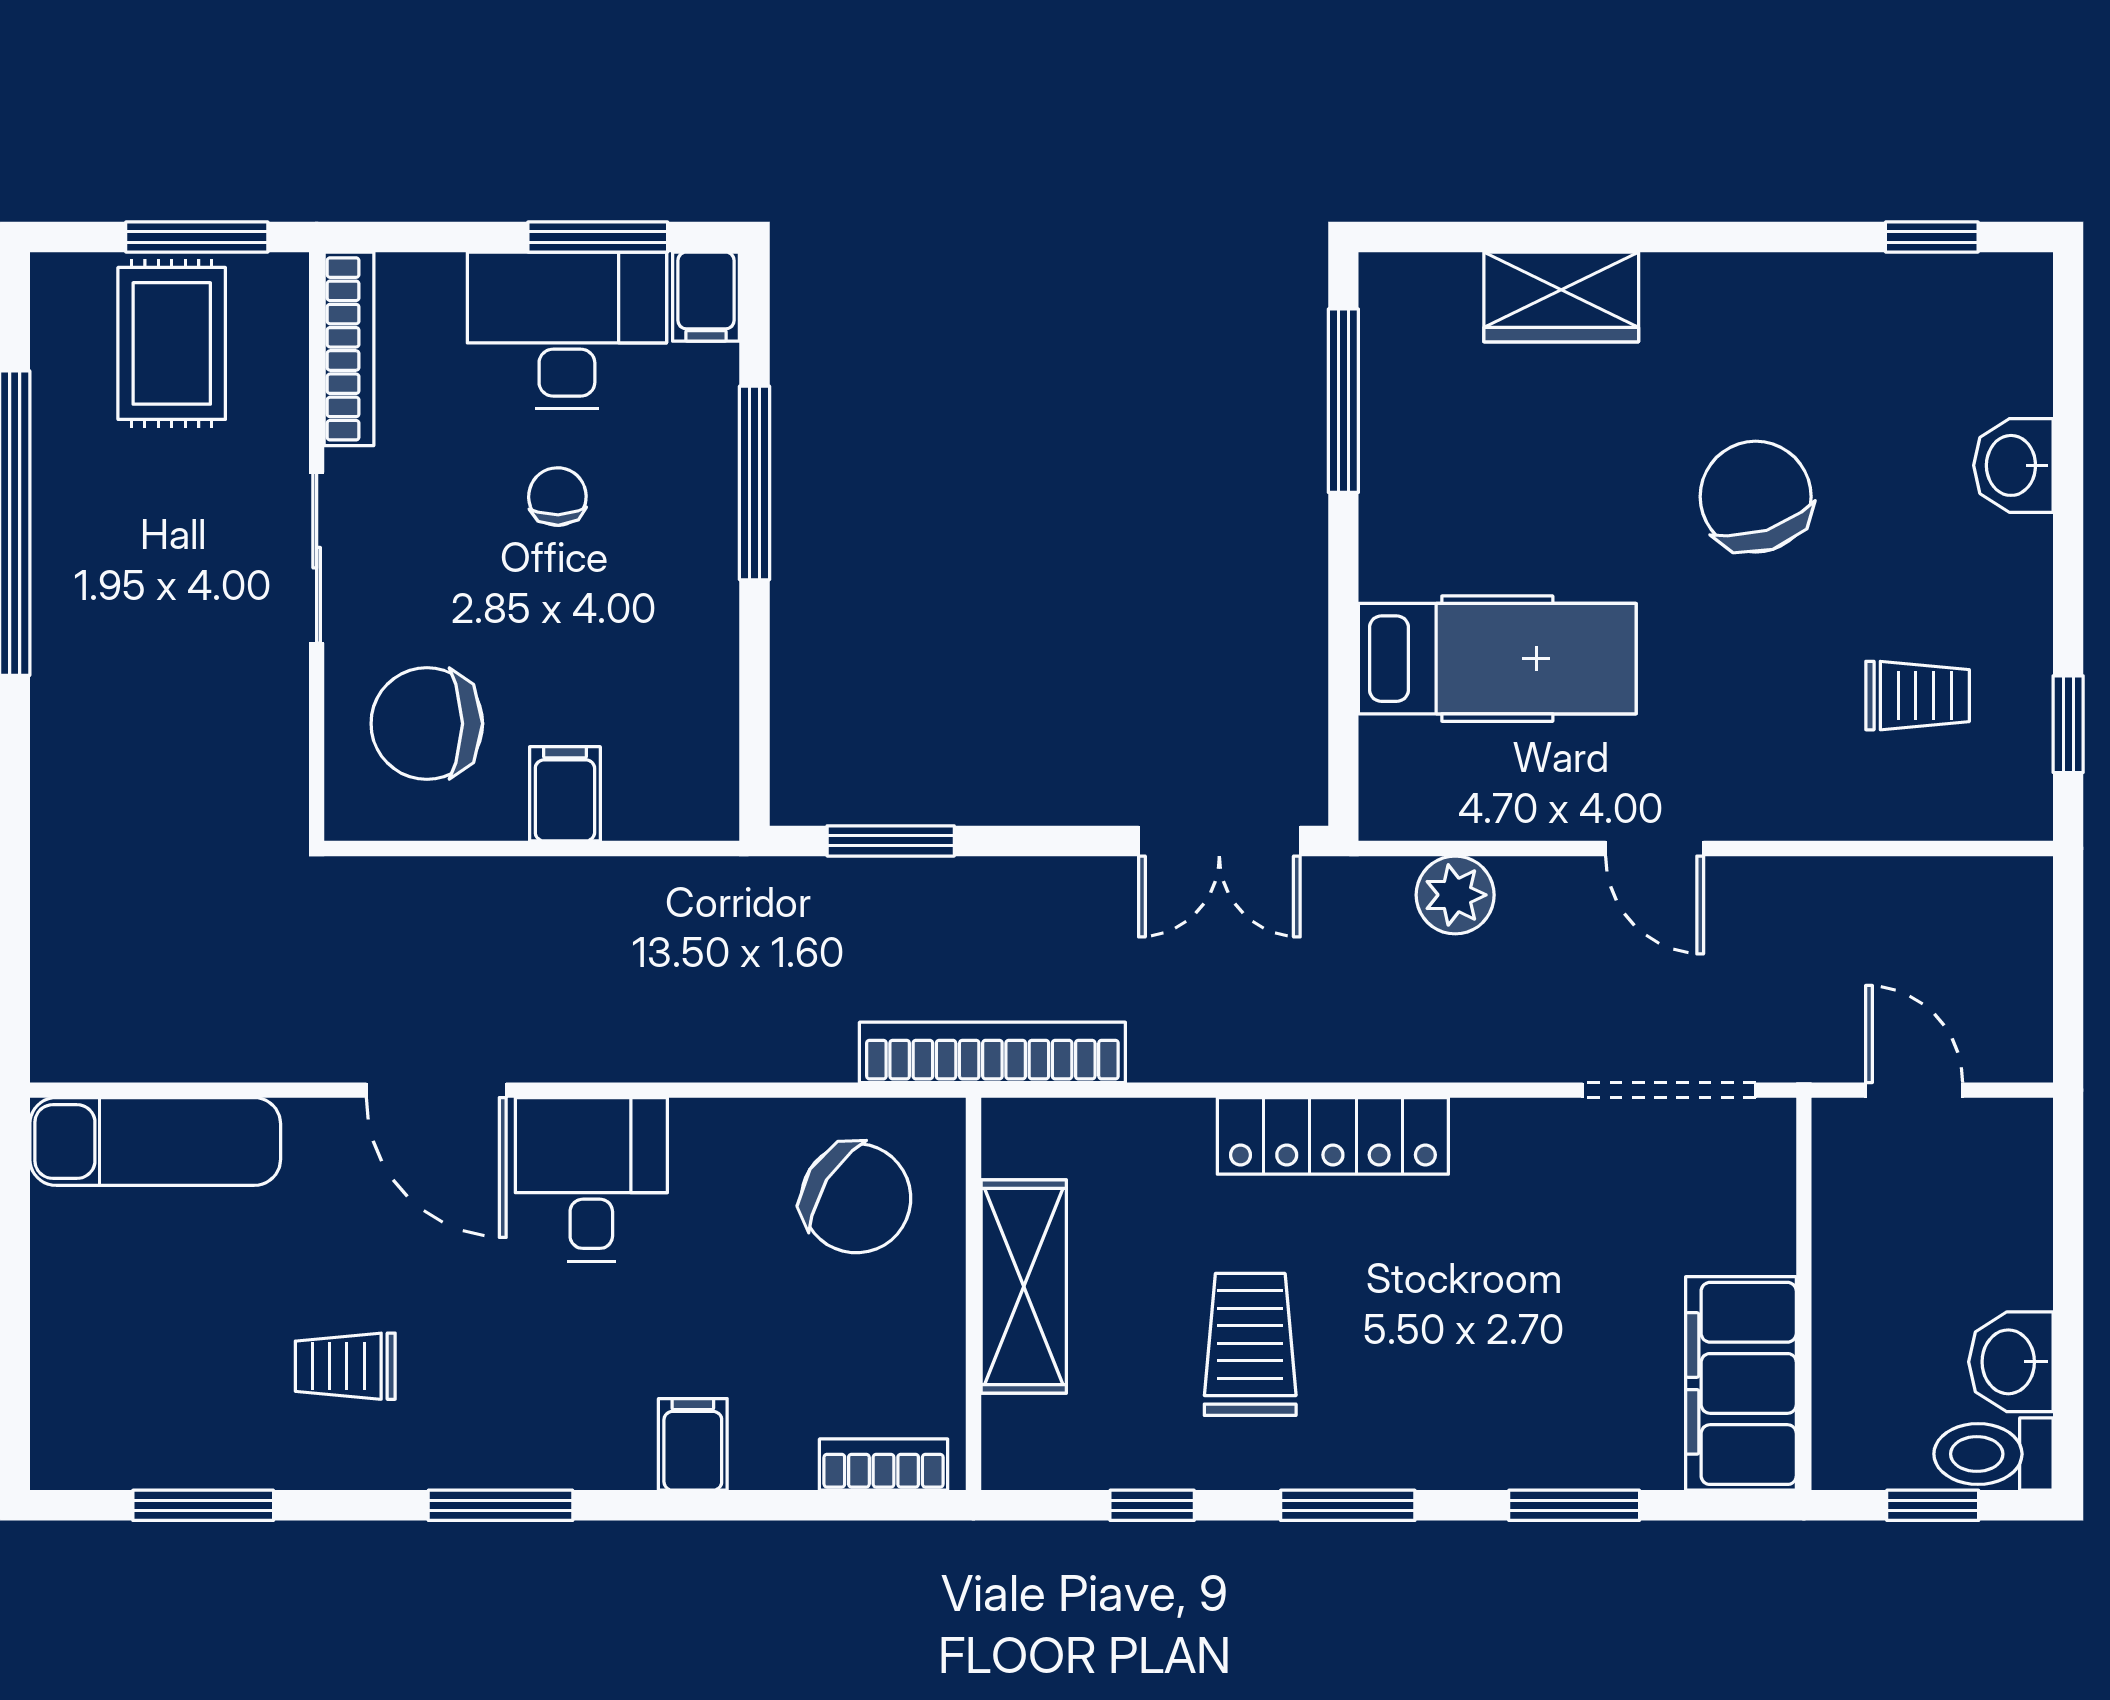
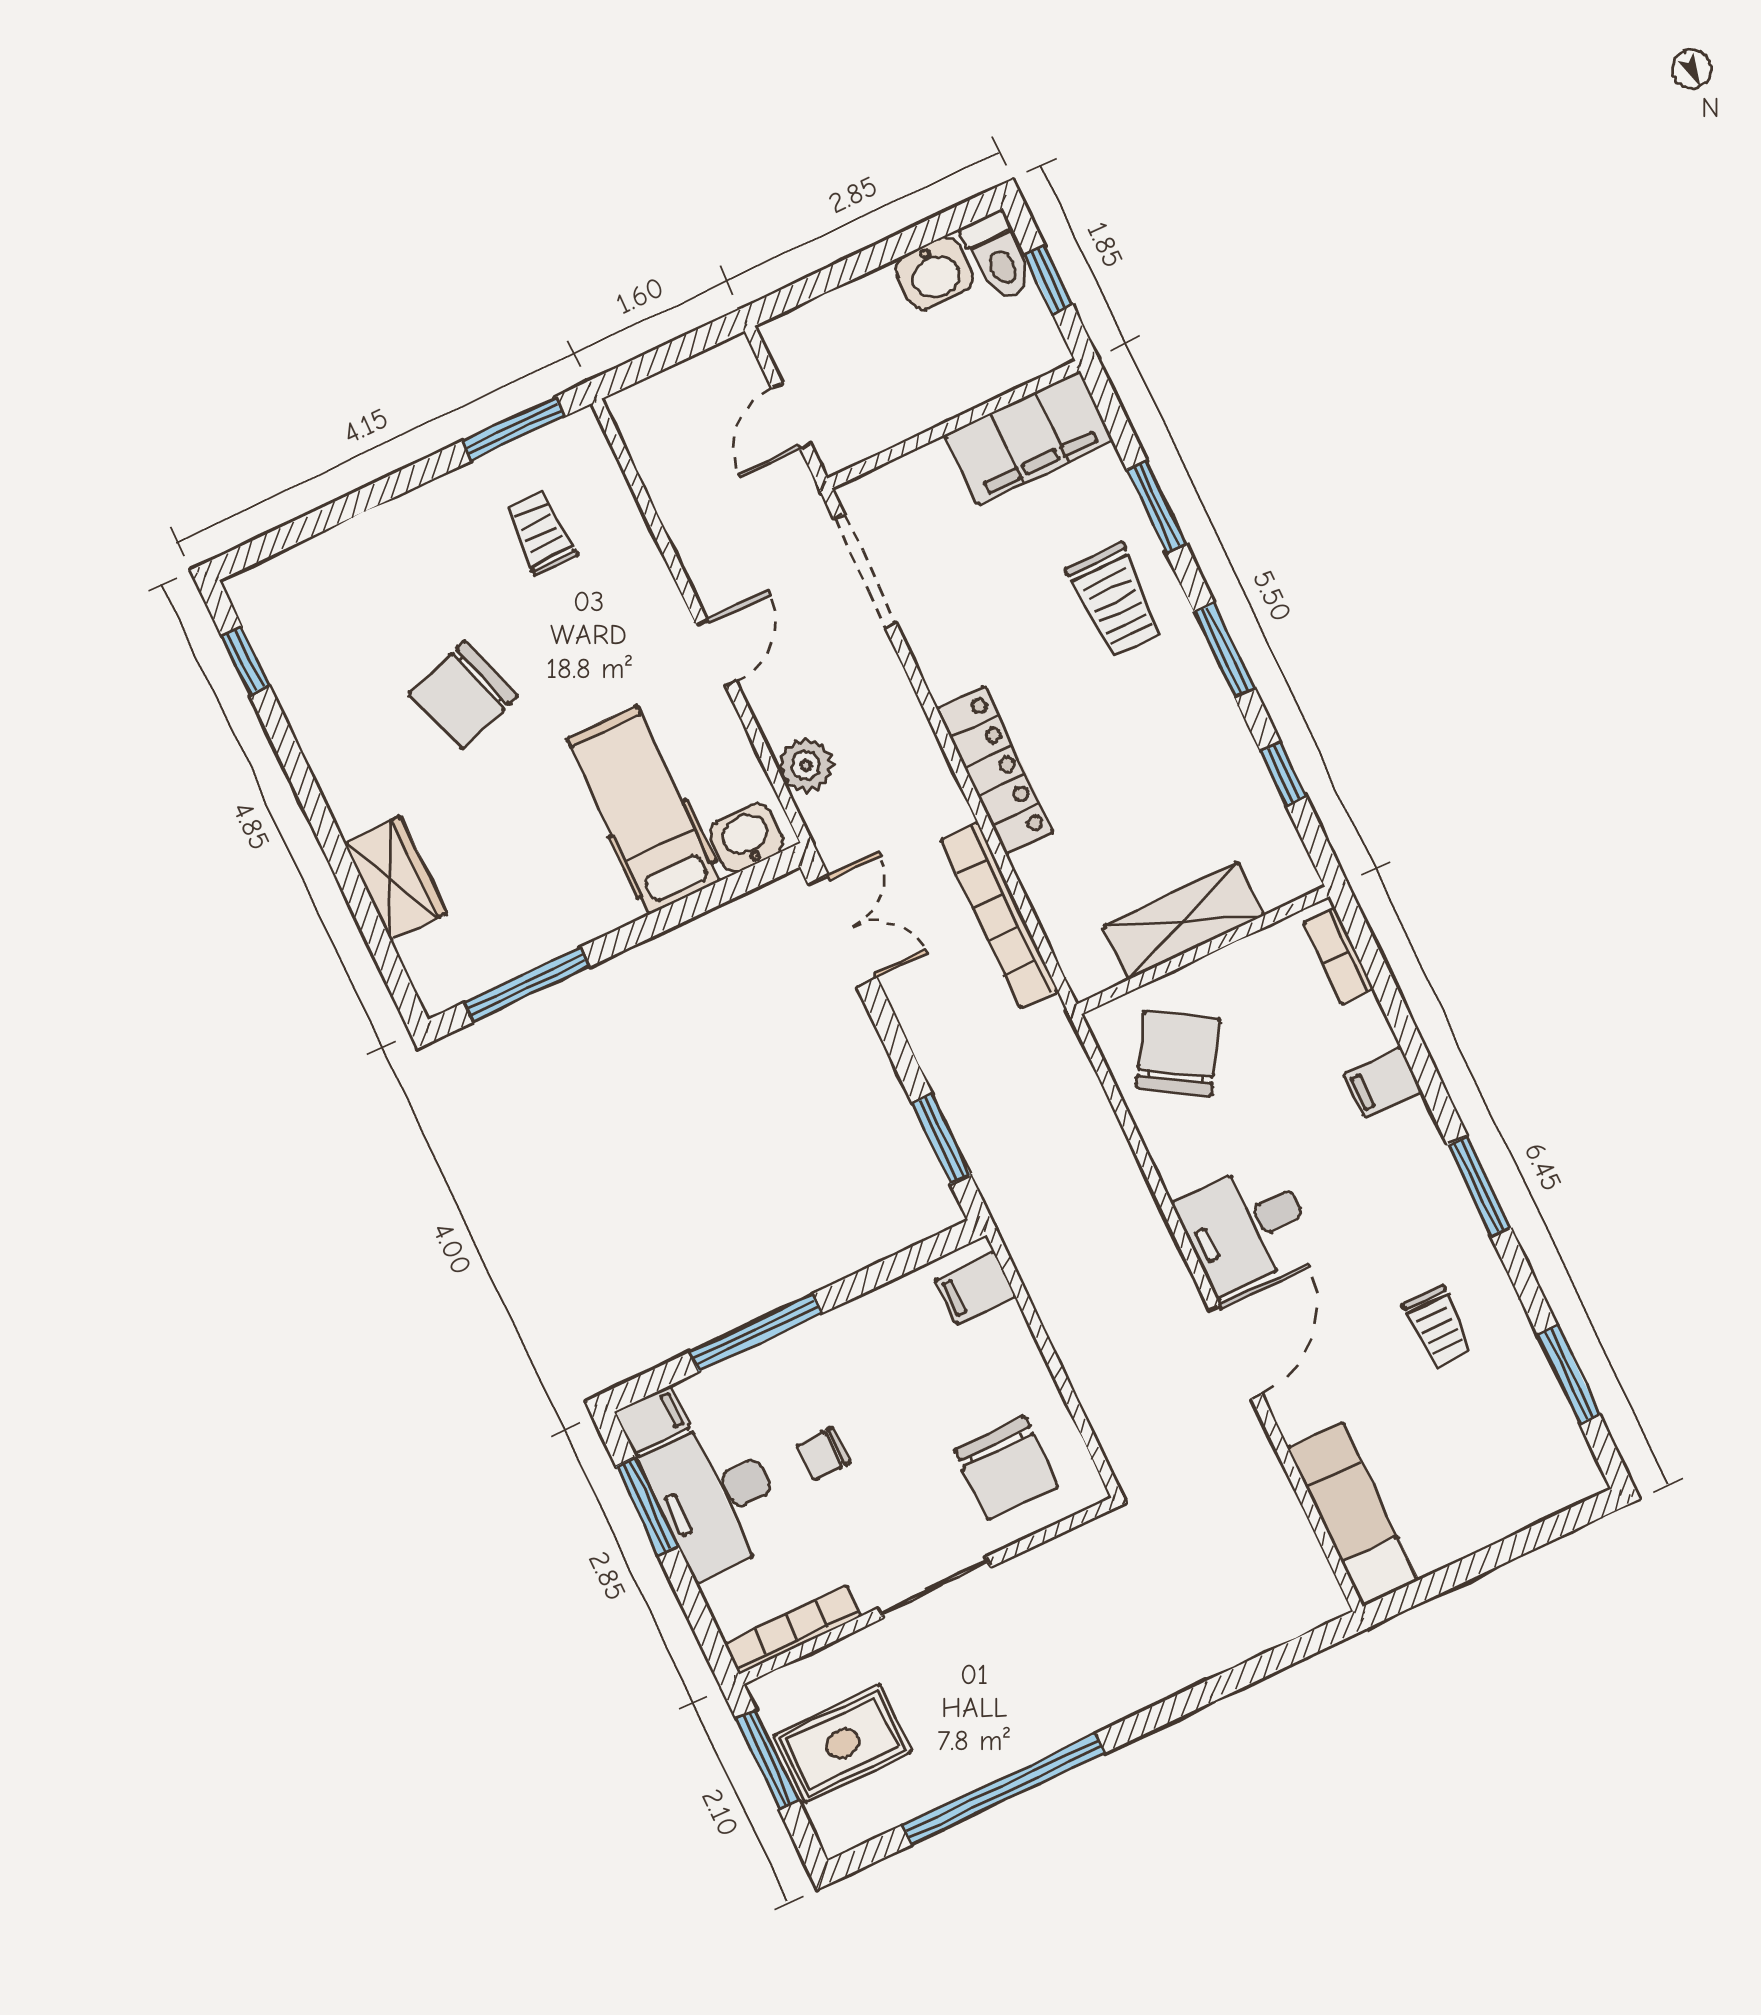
washbasin: (2013, 465) -> (747, 838), moved, turned 180
window: (2068, 724) -> (513, 429), width x1.50
filing cabinet: (565, 794) -> (975, 1288), moved
bookcase: (992, 1052) -> (999, 915), moved
trolley: (1250, 1344) -> (1115, 600), moved, turned -90

